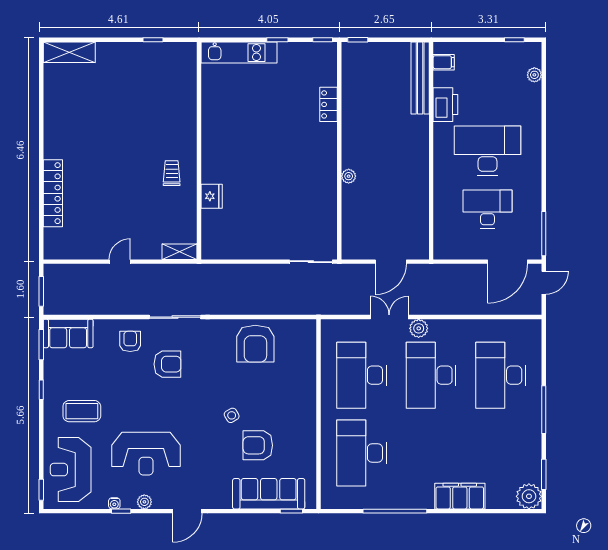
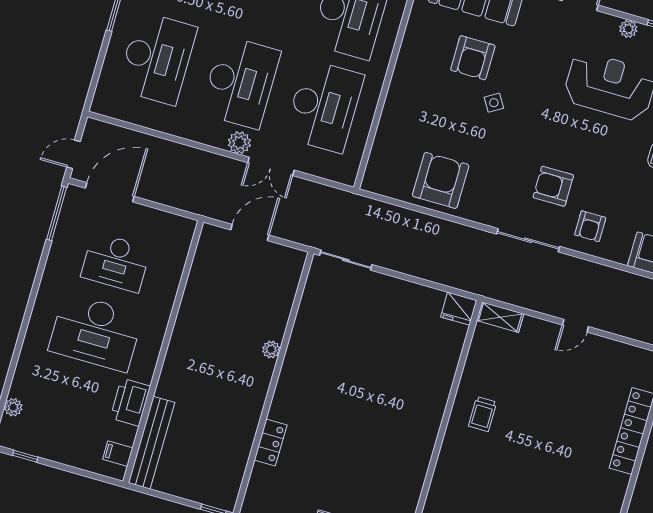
fridge: (212, 196) -> (459, 309), moved, turned -90
armchair: (258, 445) -> (473, 58), turned 90

